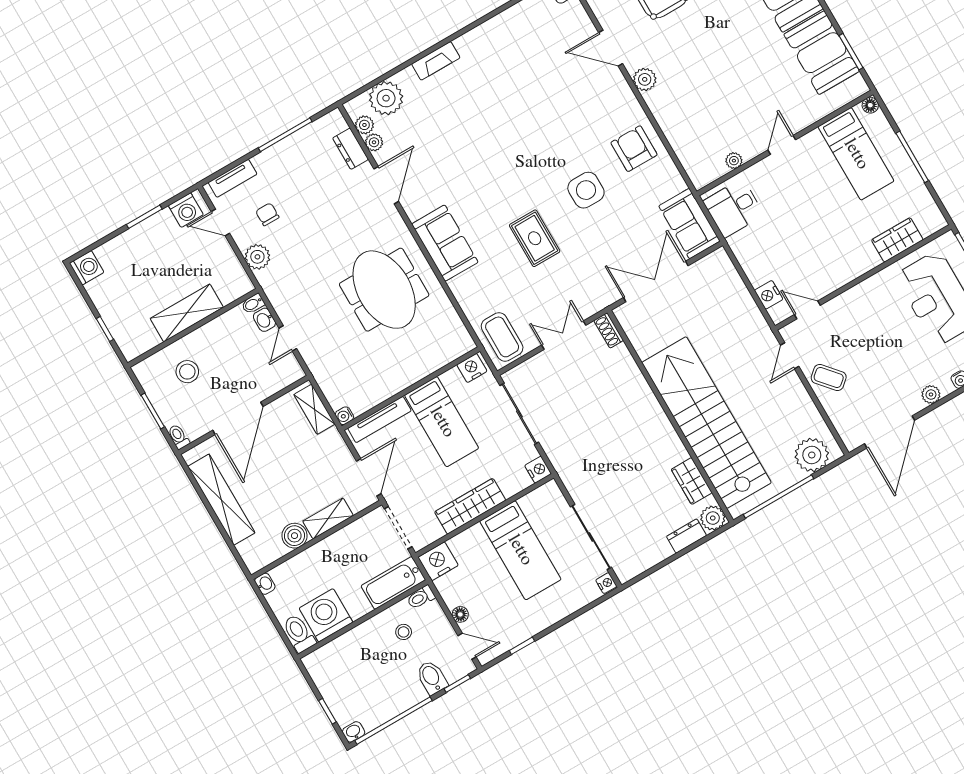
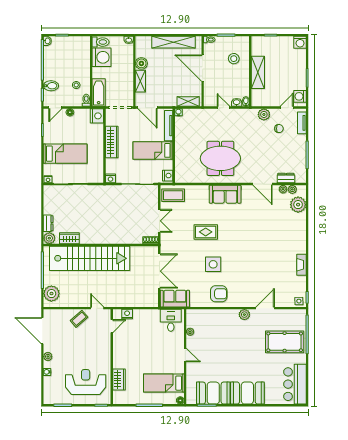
fireplace: (436, 61) -> (302, 265), moved
bed: (520, 550) -> (65, 154), moved, turned 180

